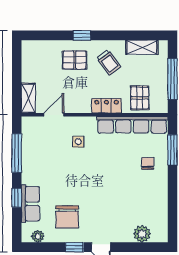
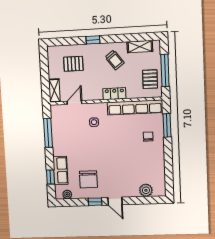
pallet: (75, 60) -> (73, 64), moved
pallet: (140, 98) -> (150, 79), moved
window: (17, 198) -> (50, 177), moved

